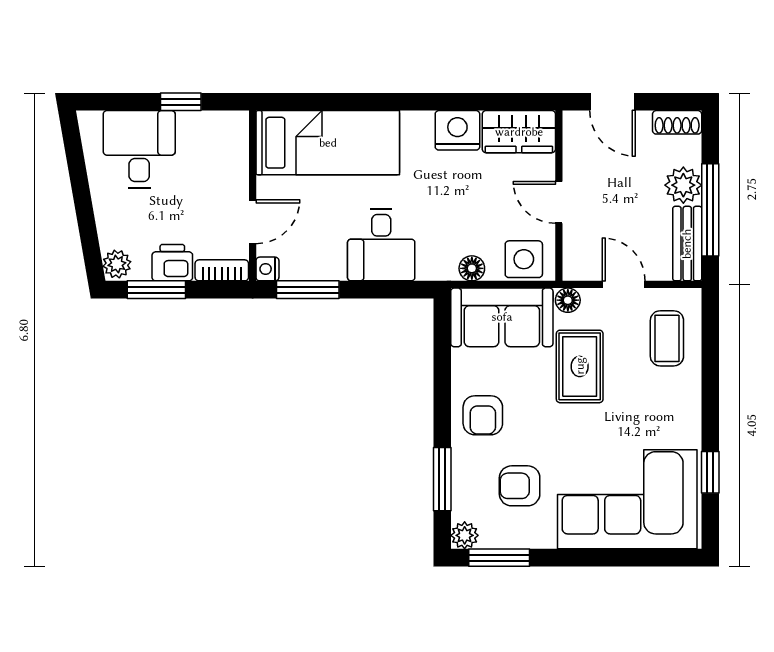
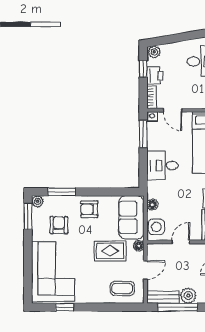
window: (156, 290) -> (143, 69), width x0.67

